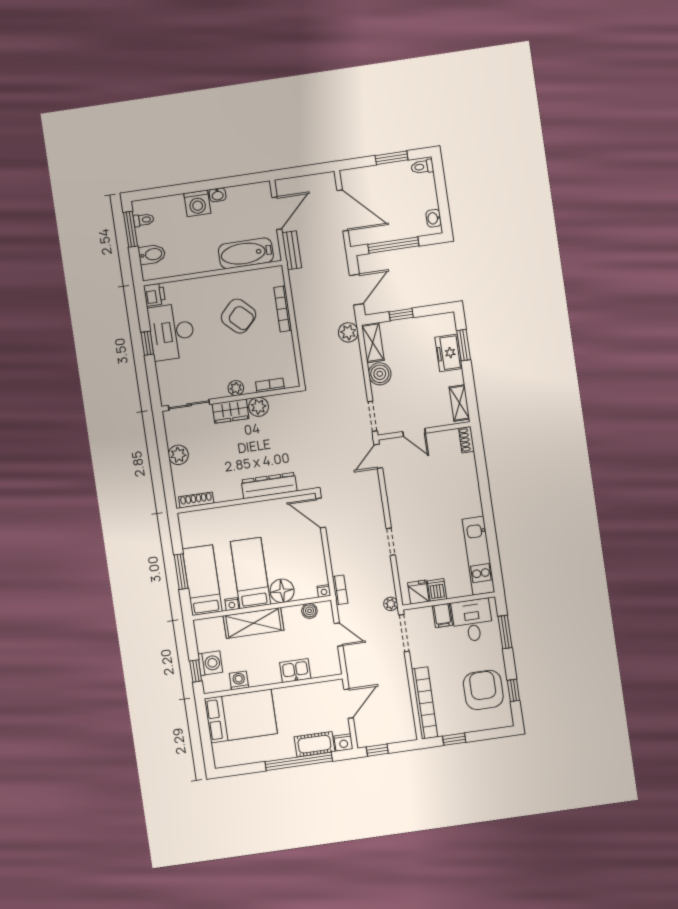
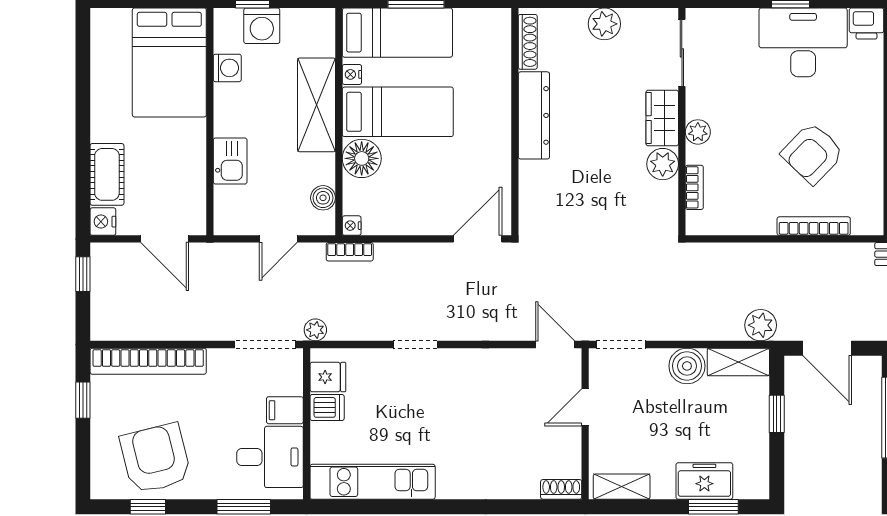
dresser: (269, 485) -> (534, 115), moved
armchair: (483, 690) -> (156, 458), turned -104
window: (299, 761) -> (83, 145), removed

